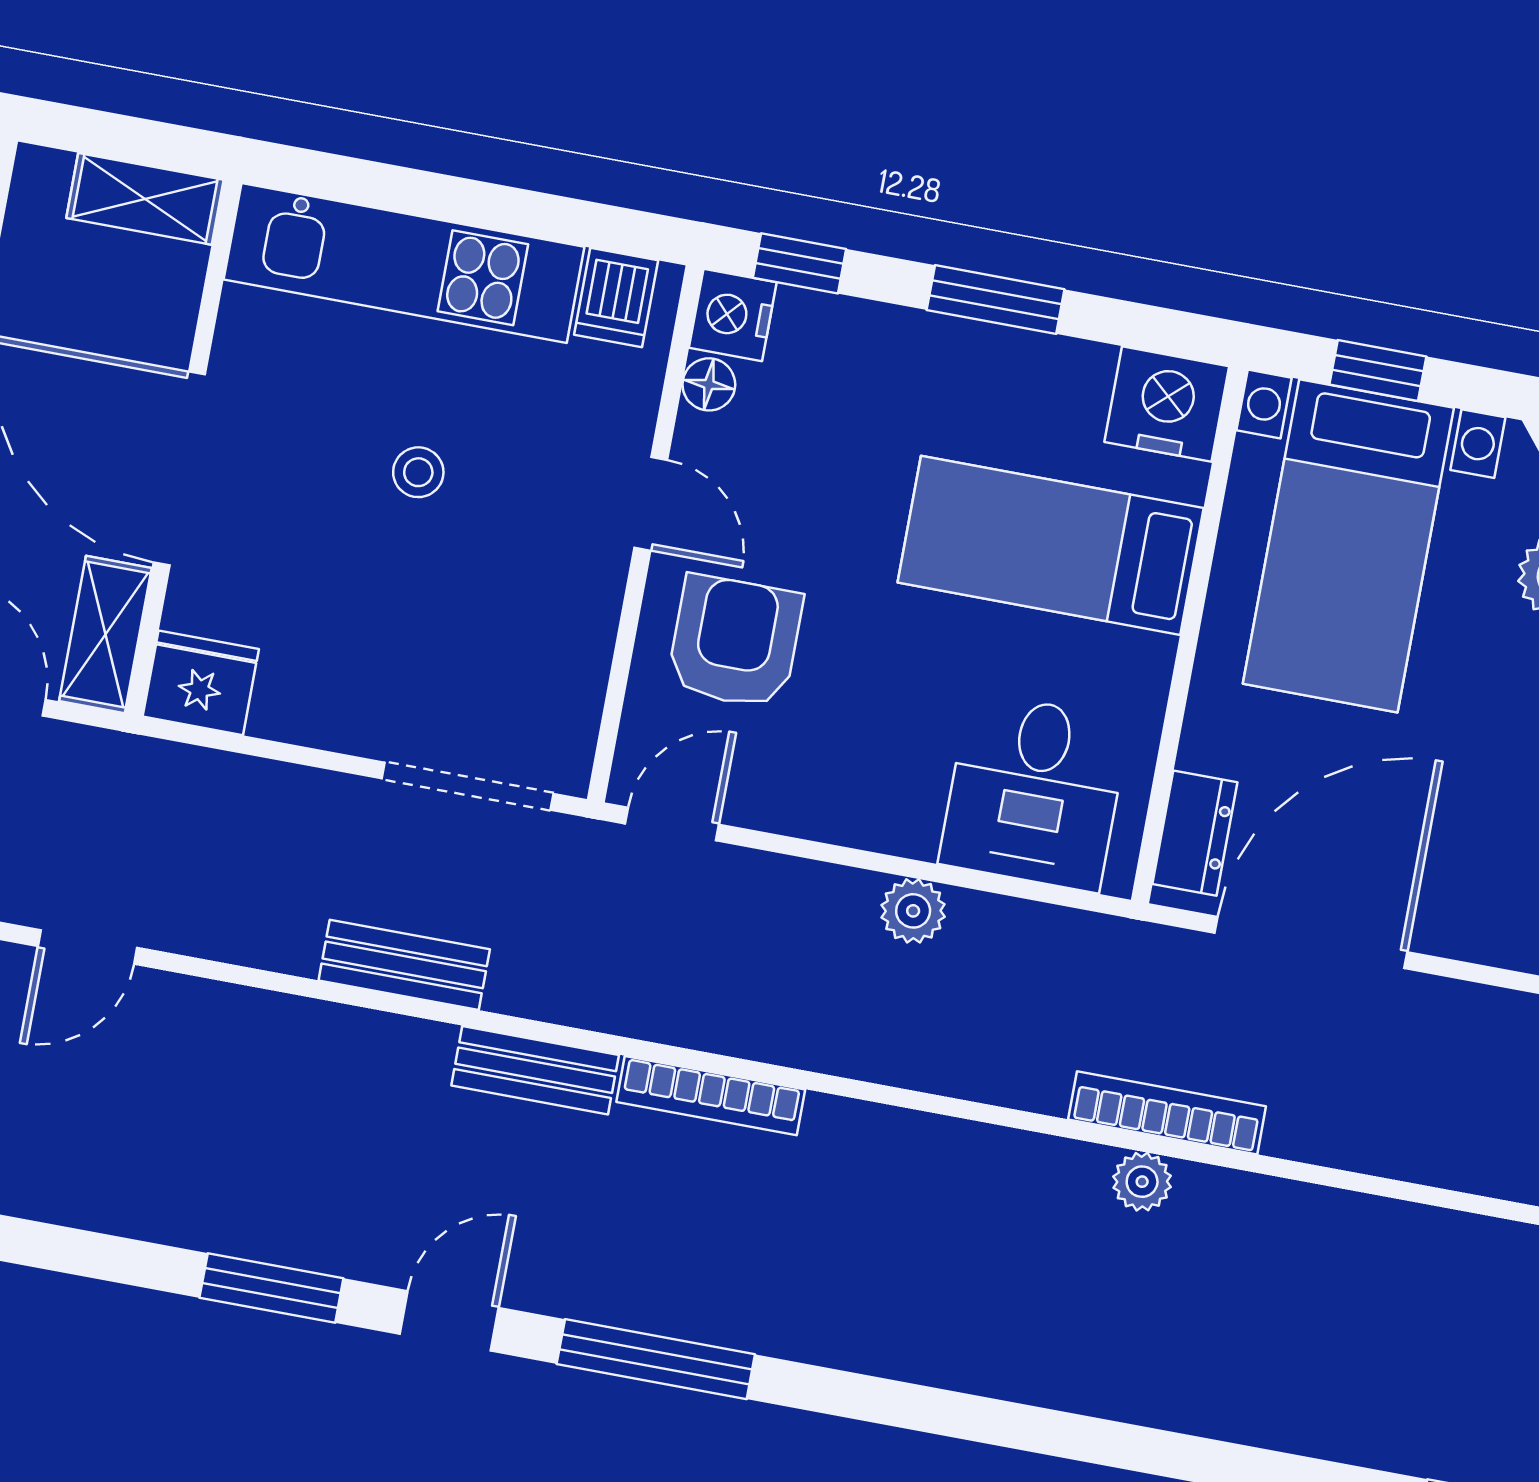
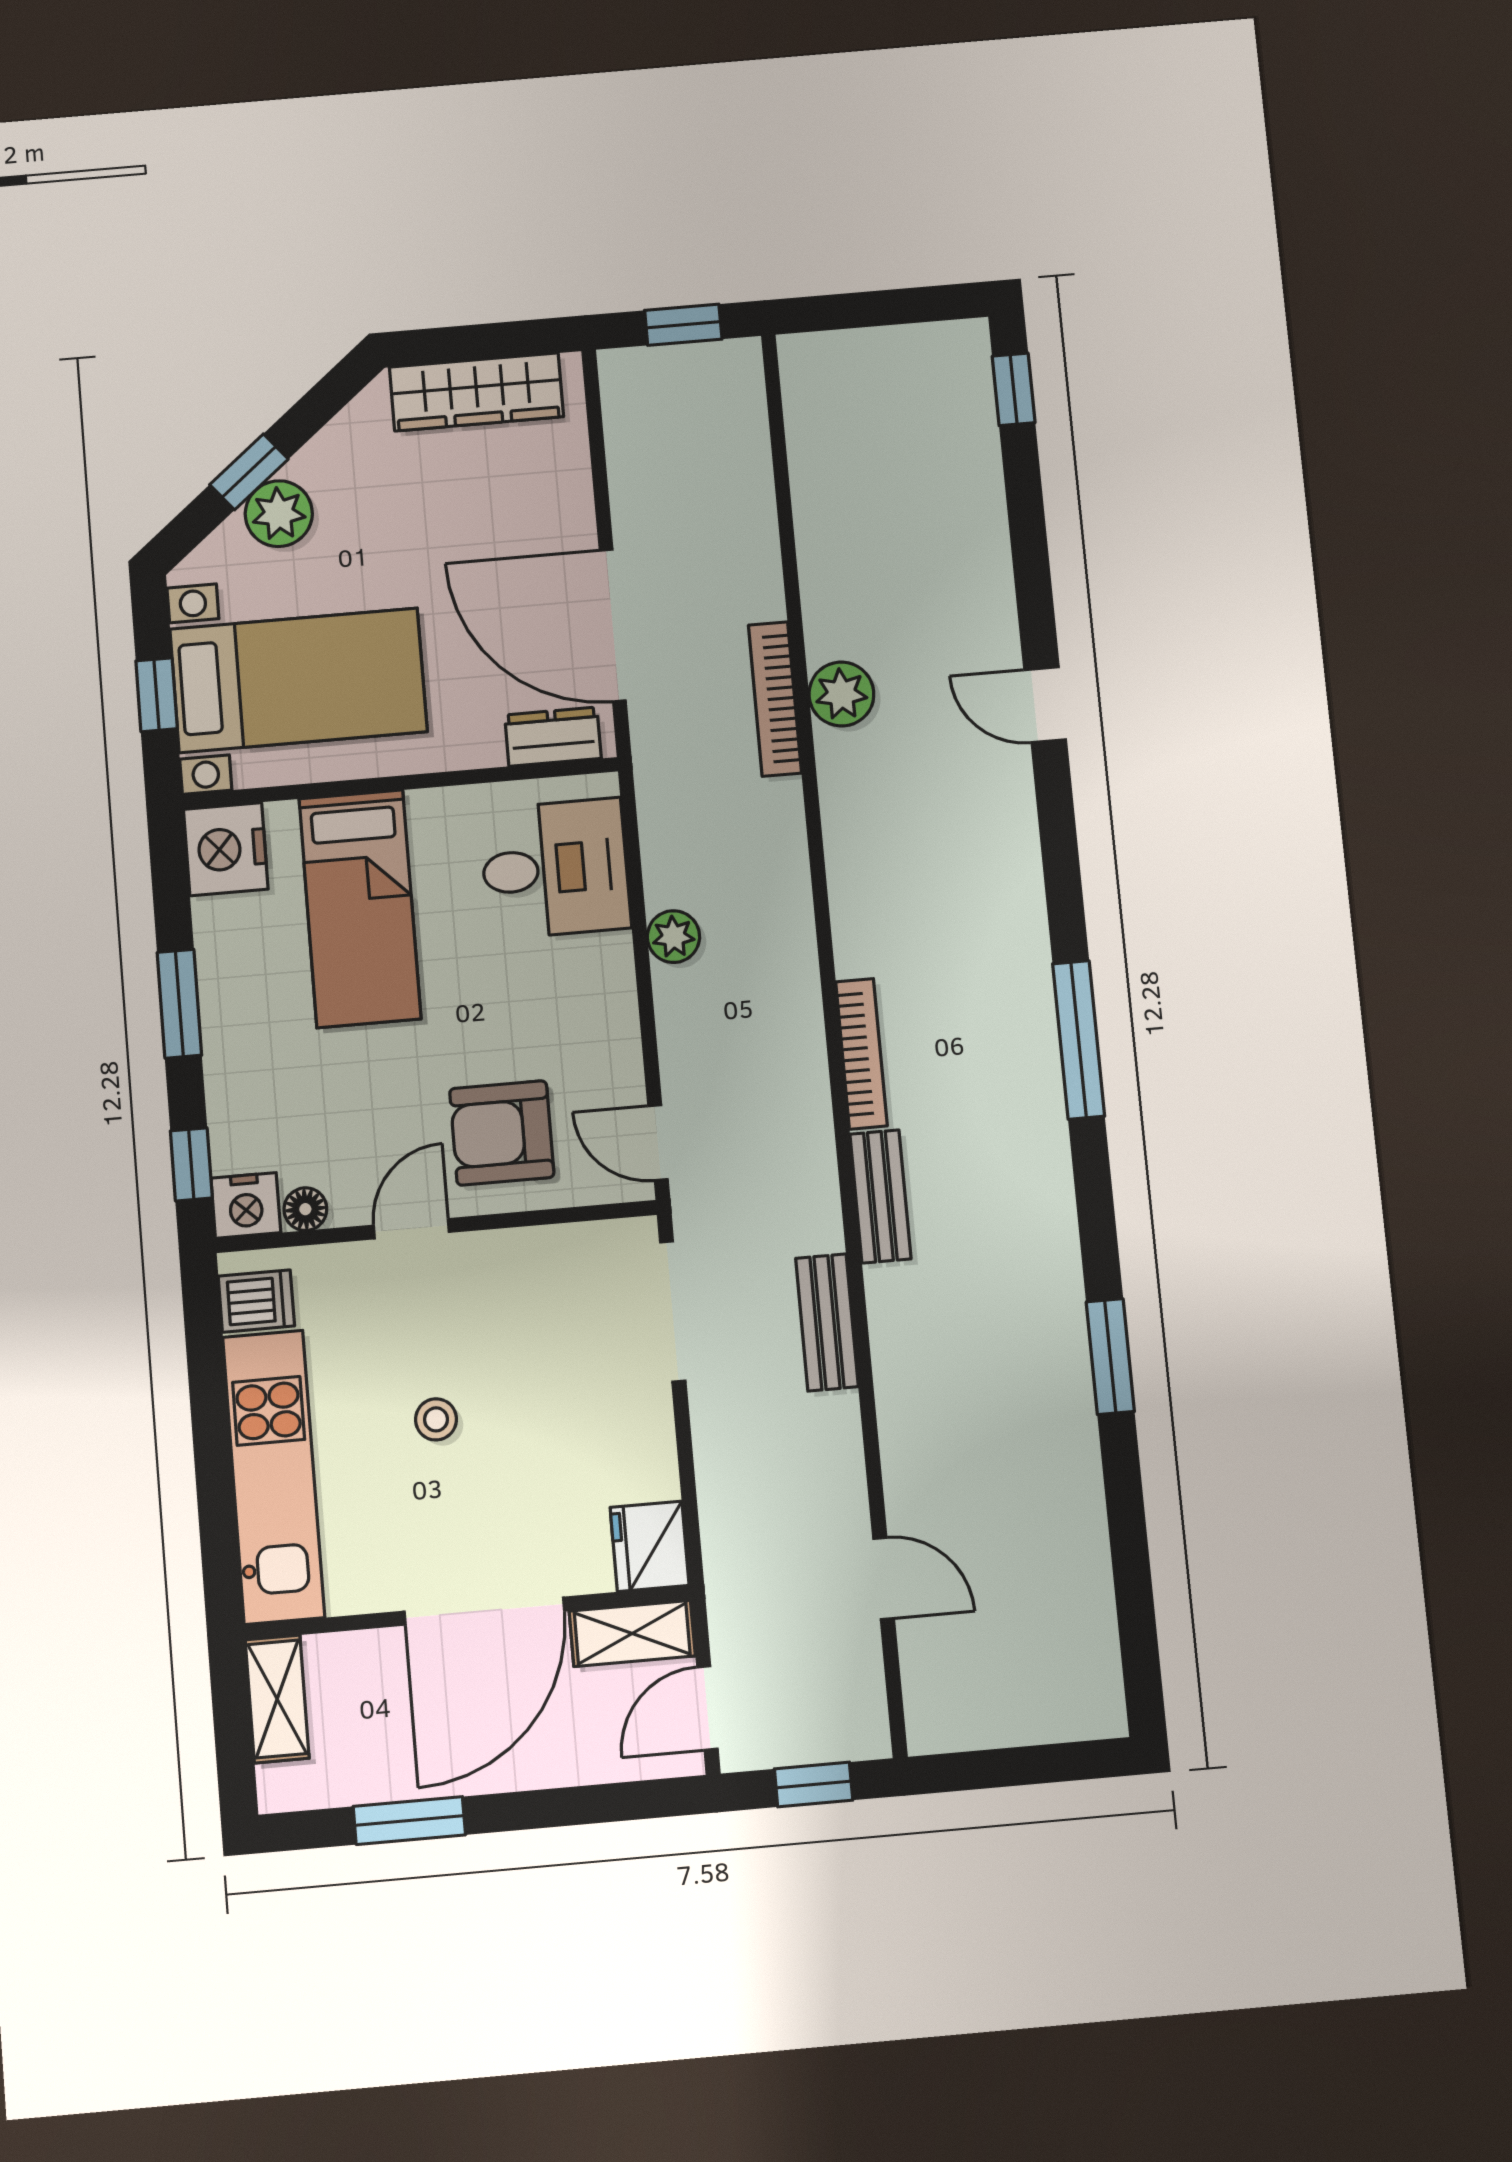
plant: (1142, 1182) -> (841, 694), width x1.38, depth x1.38
door: (449, 1321) -> (1045, 705), moved

